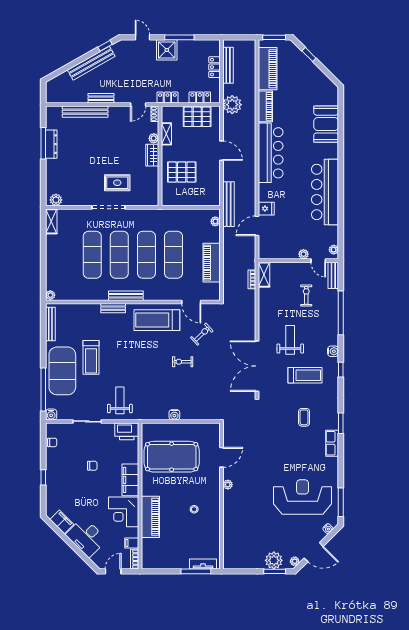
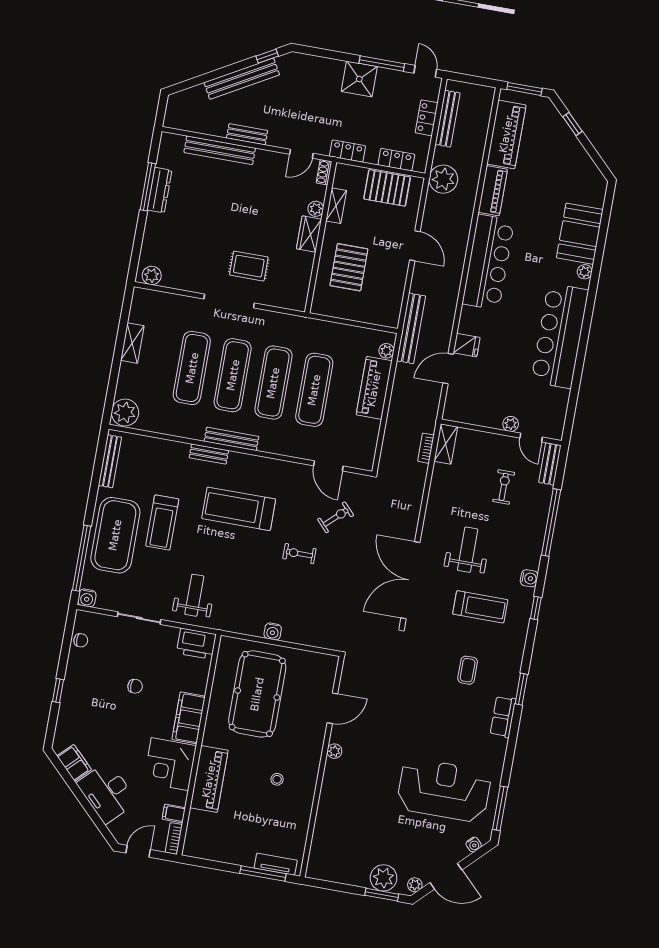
door: (143, 37) -> (425, 71), moved
pallet: (182, 172) -> (349, 267), turned 90
shelving: (51, 221) -> (132, 343), moved
plant: (334, 250) -> (585, 272), moved
piano: (212, 263) -> (374, 388), moved
plant: (50, 295) -> (125, 413), width x1.88, depth x1.88
treadmill: (157, 320) -> (239, 509), moved
pool table: (172, 457) -> (257, 694), turned 90

